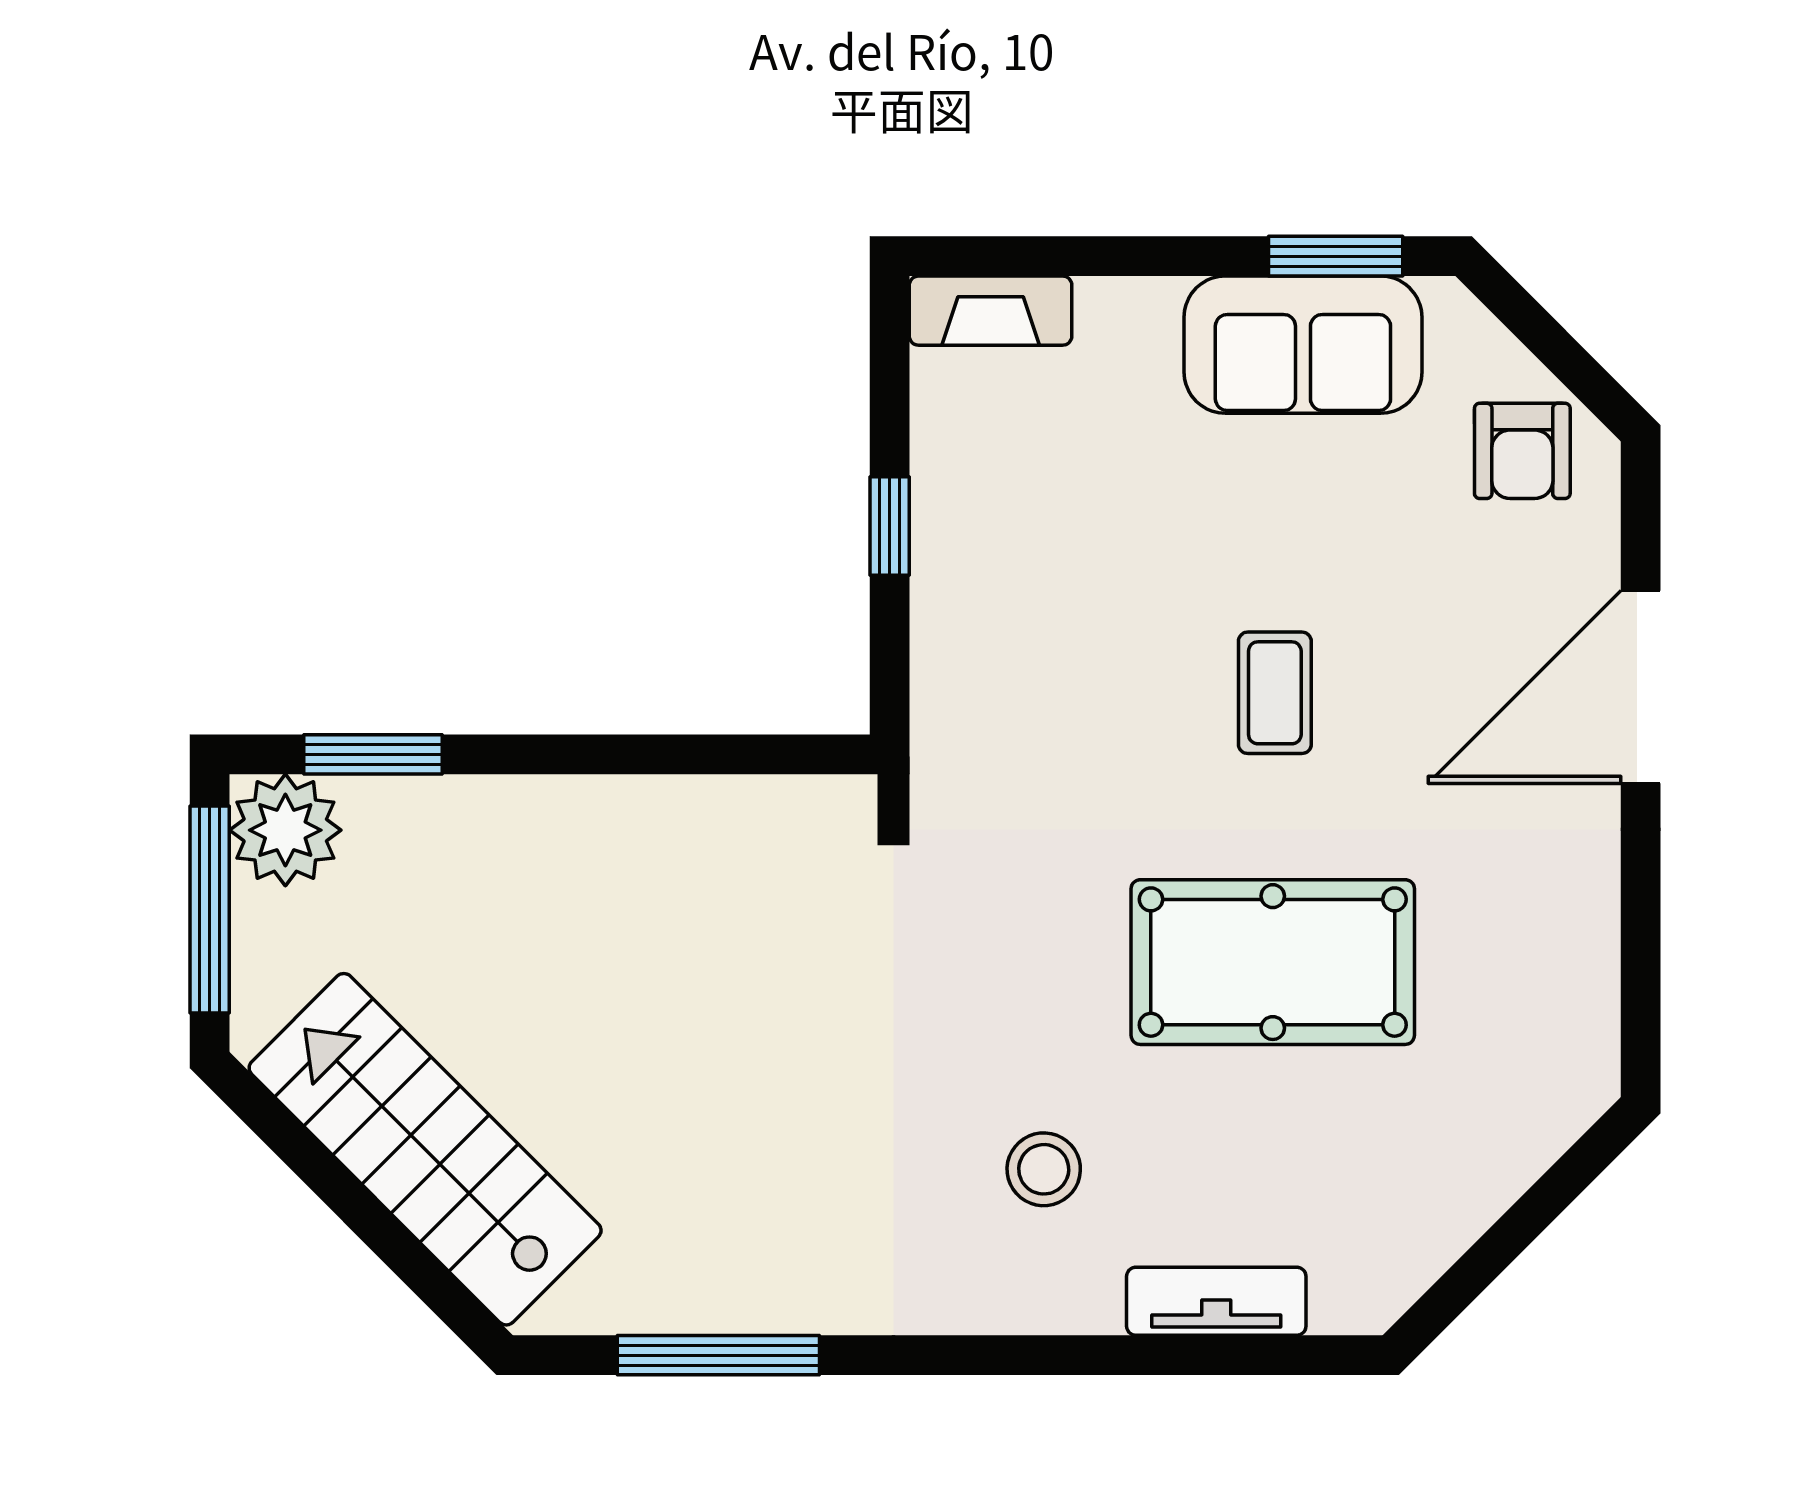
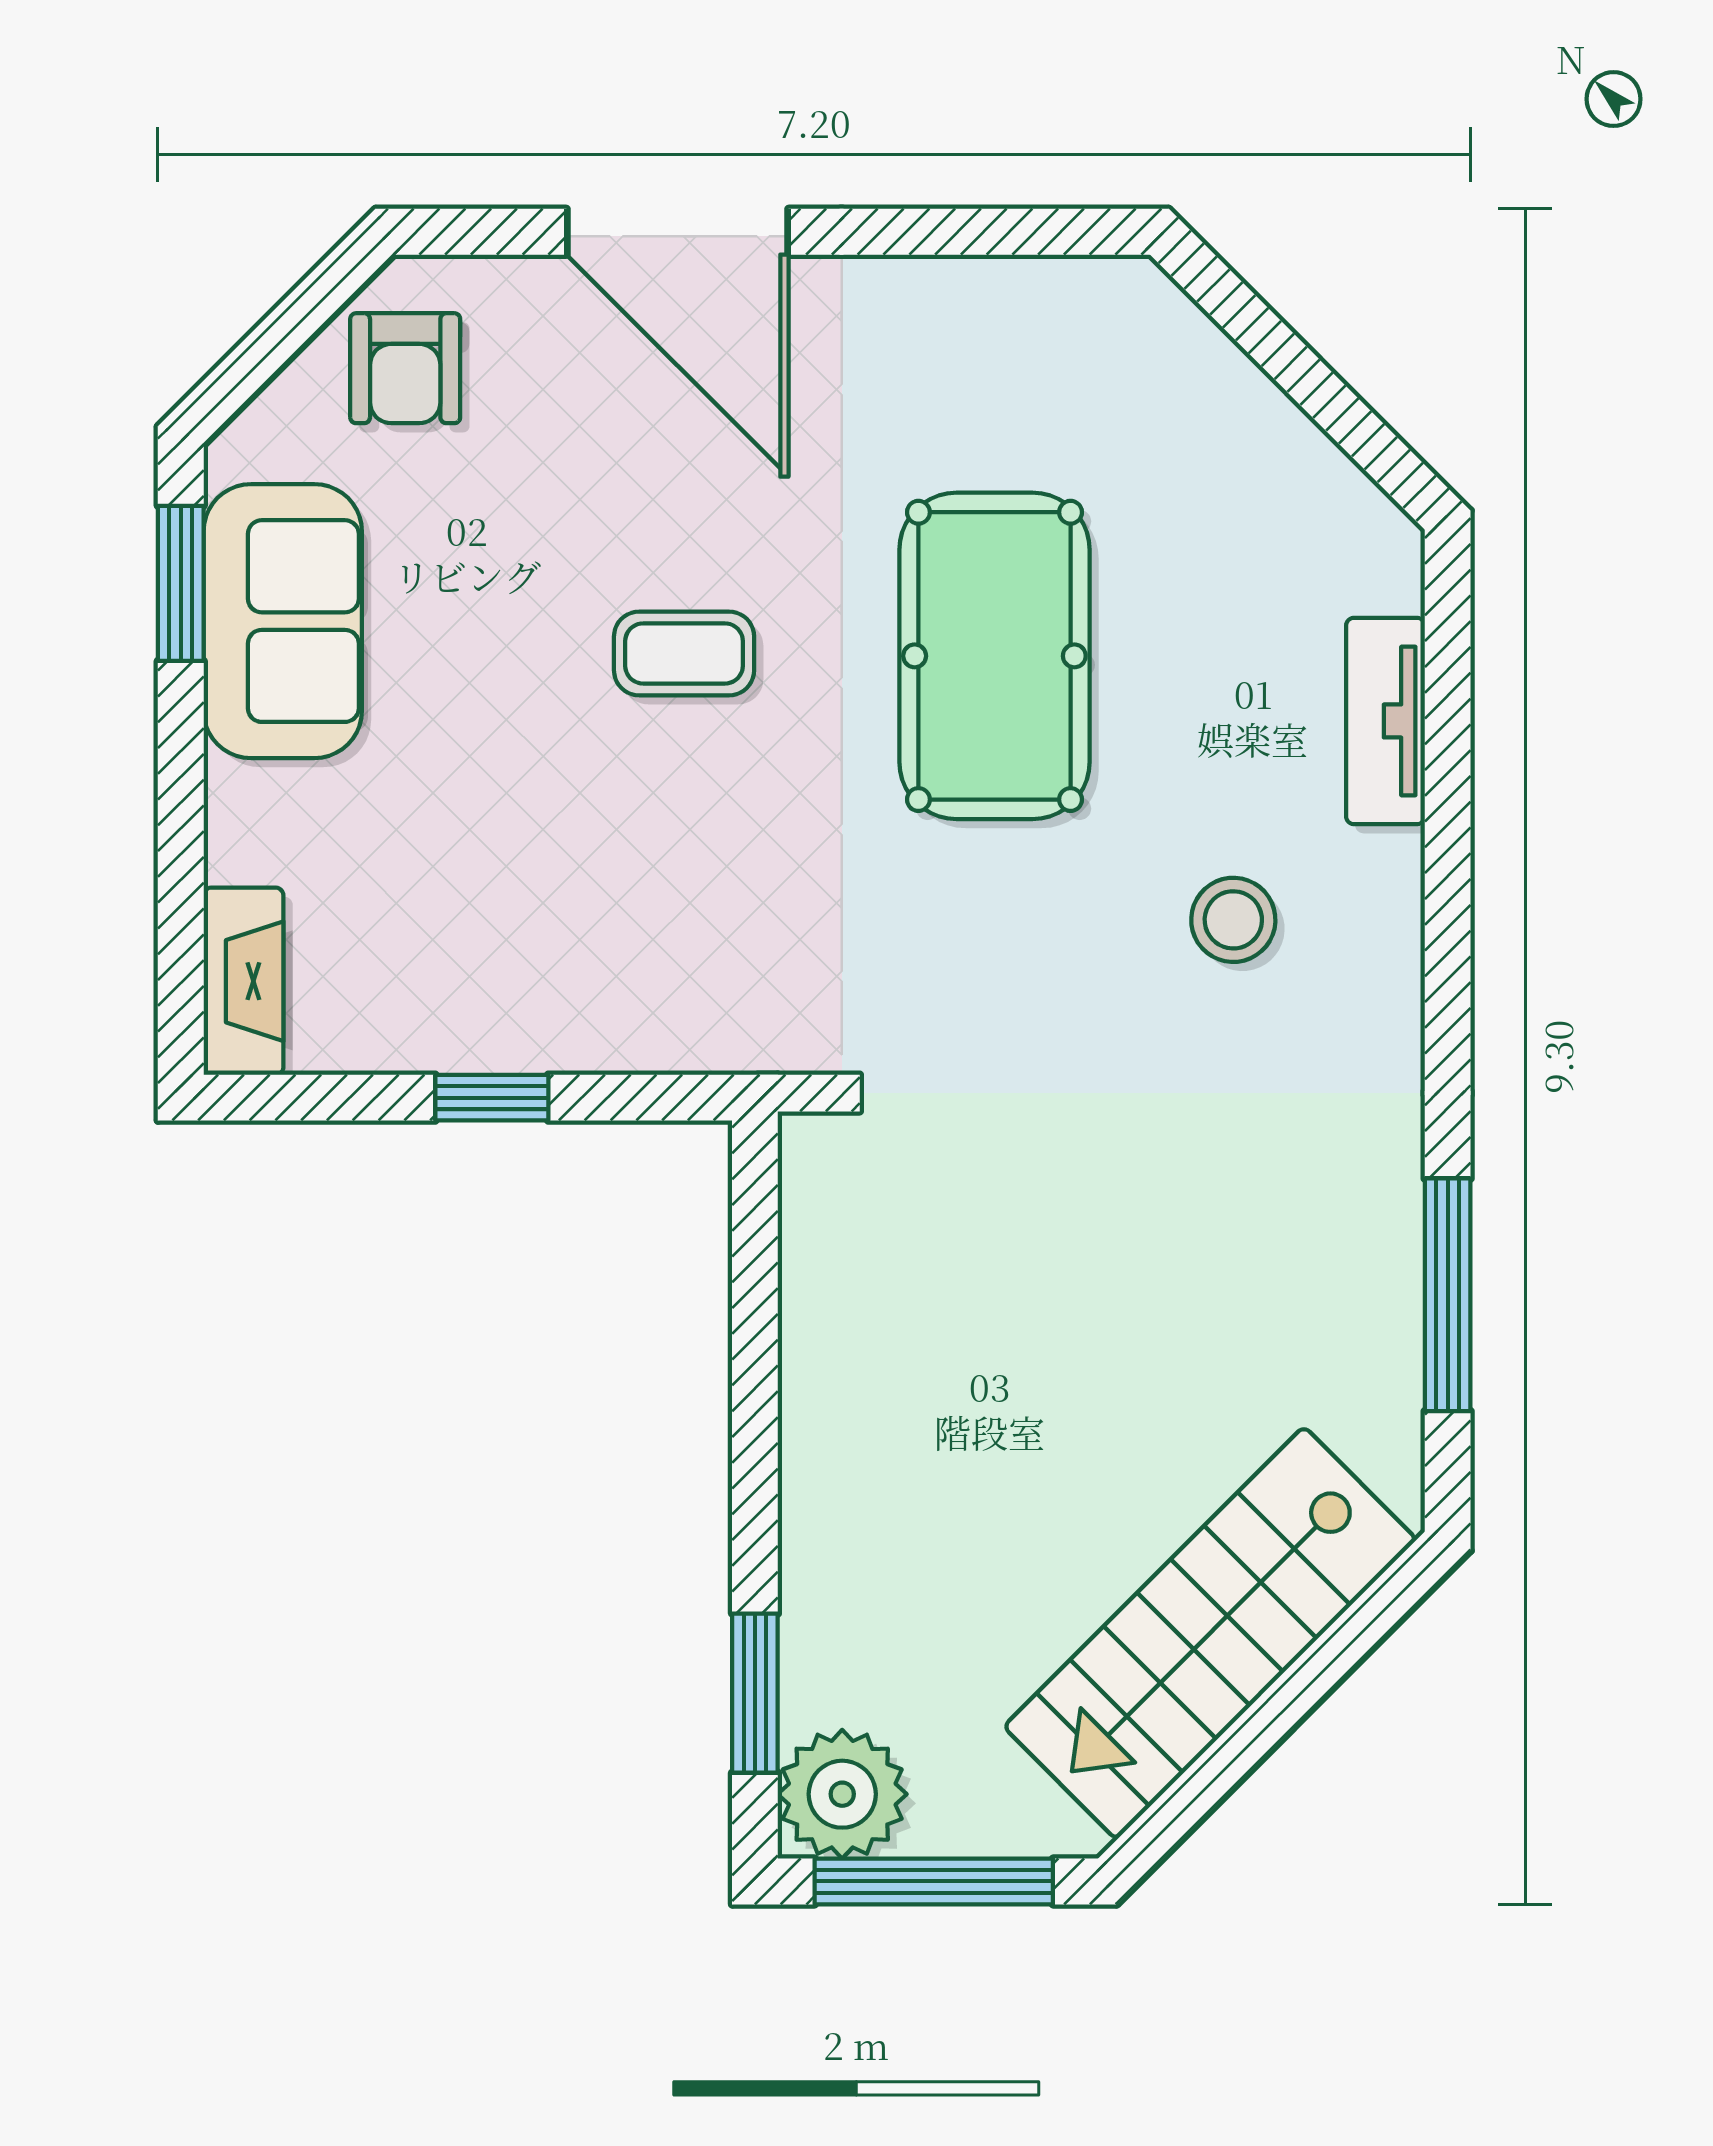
armchair: (1522, 451) -> (405, 368), turned 90

